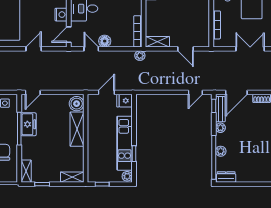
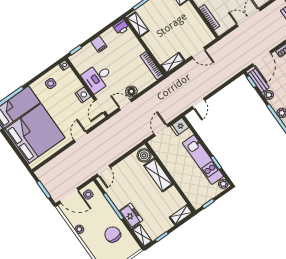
plant: (140, 56) -> (167, 83), removed
door: (195, 92) -> (199, 104), moved
freezer: (29, 124) -> (131, 216), moved

